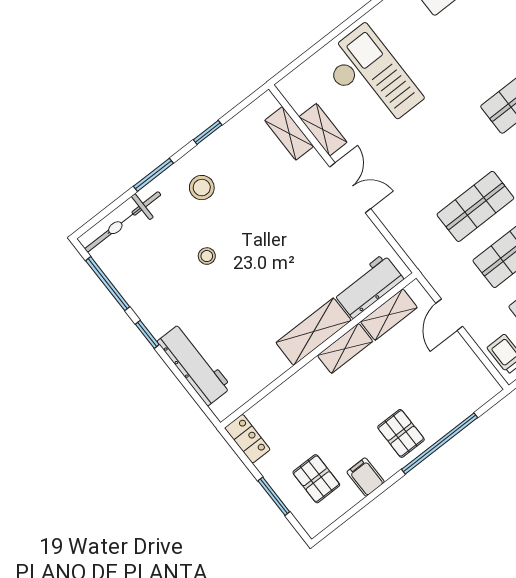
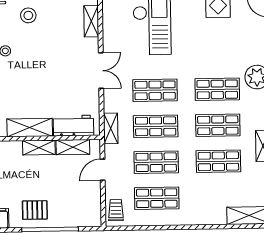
shelving: (323, 130) -> (111, 128), moved
shop shelf: (439, 160) -> (155, 90), added
pallet: (401, 433) -> (35, 210), turned 90

